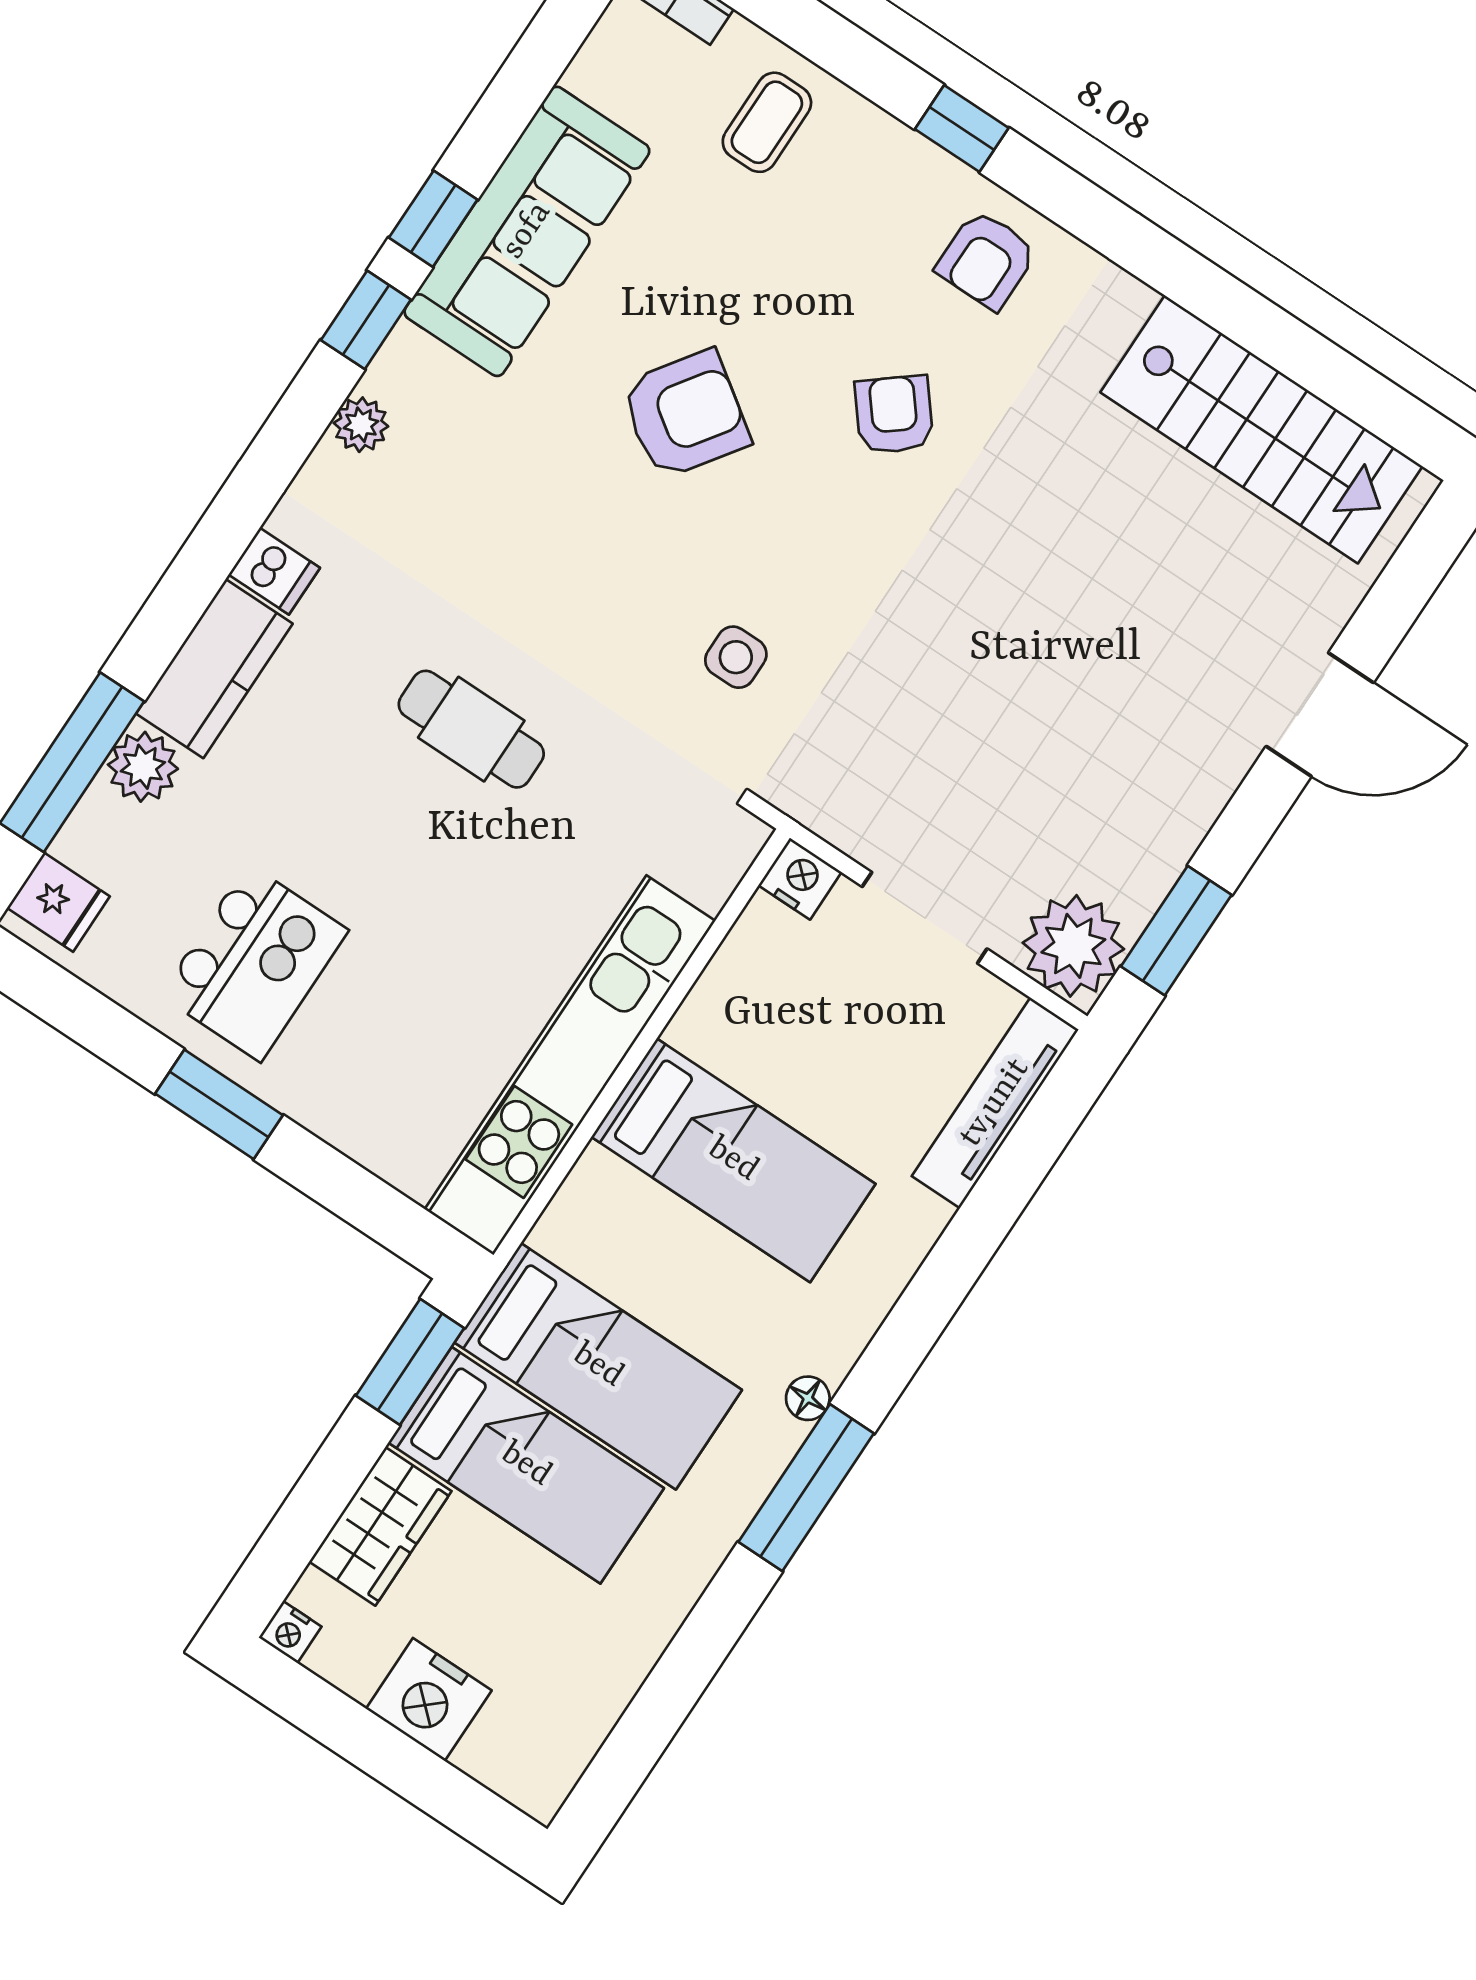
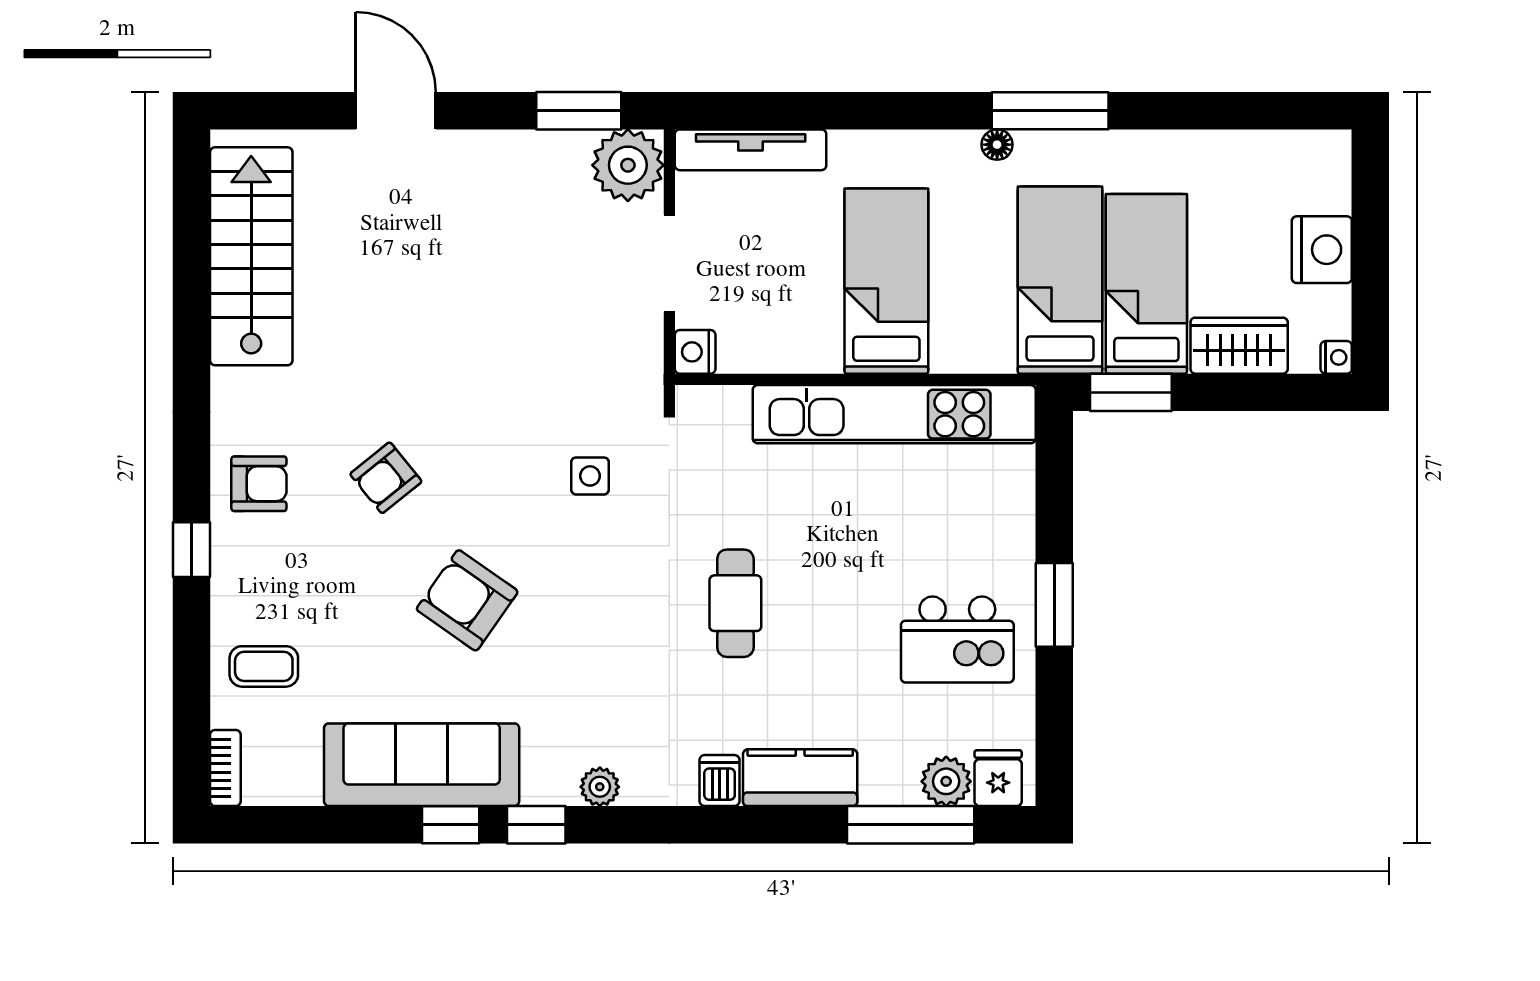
plant: (143, 767) -> (946, 781), moved
kitchen island: (254, 963) -> (957, 639), turned 180

